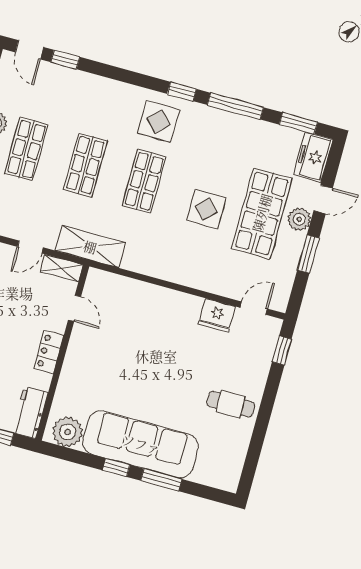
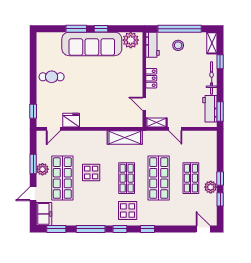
window: (65, 60) -> (148, 229), moved
shop shelf: (85, 165) -> (159, 178), width x1.43, depth x1.36
plant: (299, 219) -> (42, 169), moved
door: (30, 247) -> (175, 129), swing flipped
shelving: (90, 247) -> (125, 137), moved

